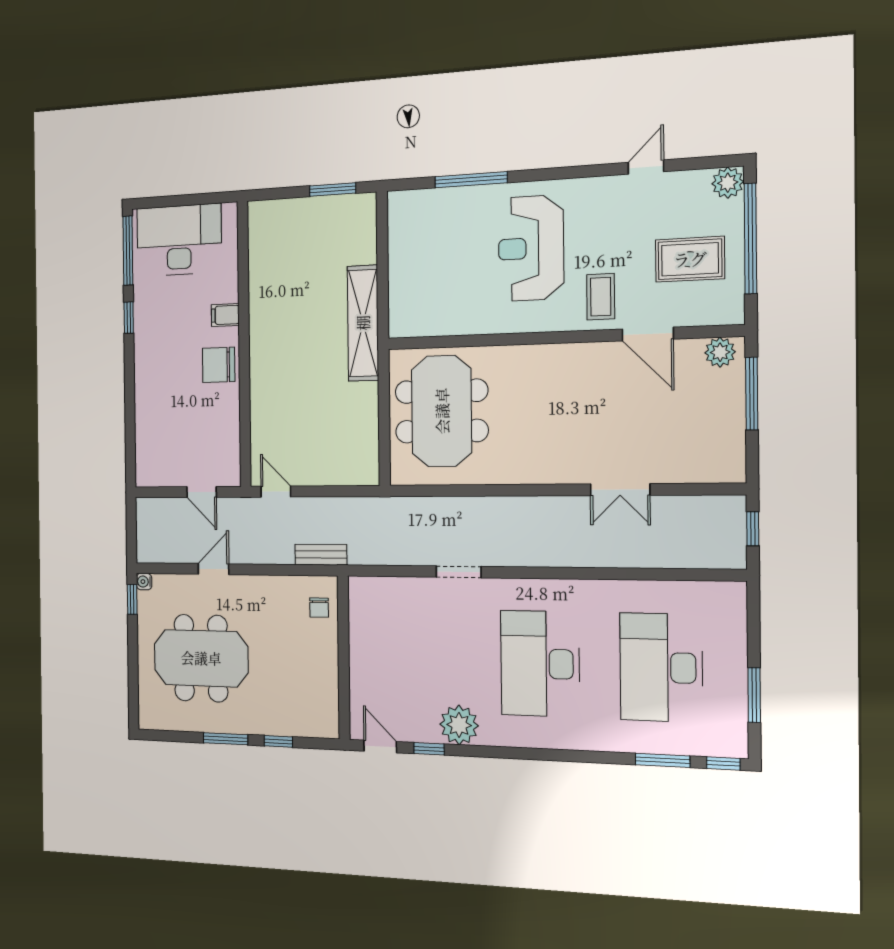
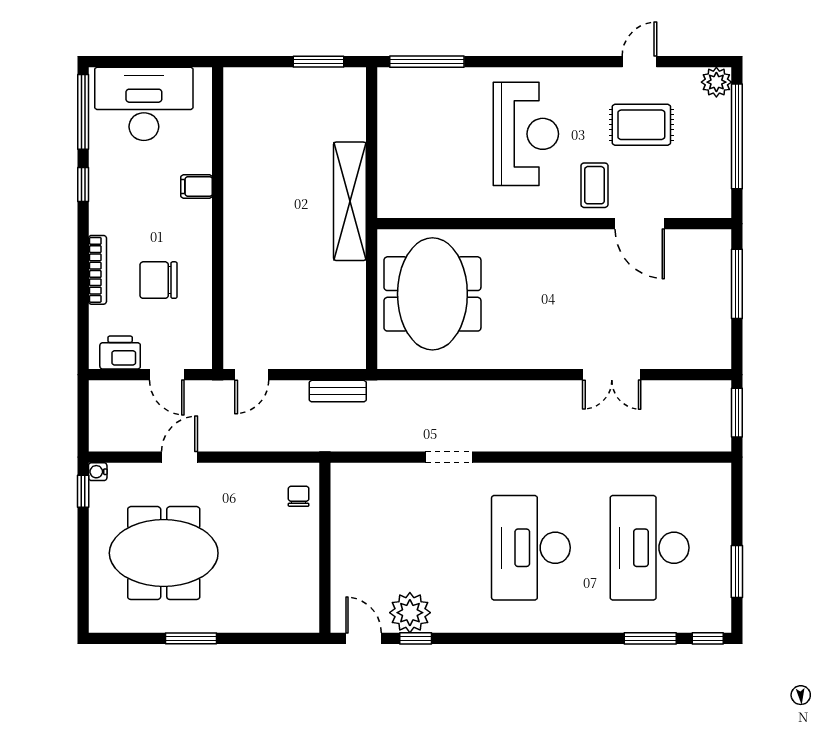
window: (471, 180) -> (427, 62), moved
reception desk: (531, 248) -> (526, 134), turned 180
rug: (690, 259) -> (641, 125), moved
plant: (720, 352) -> (708, 244), removed
chair: (219, 365) -> (159, 280), moved
bookcase: (142, 396) -> (97, 270), added
printer: (162, 472) -> (120, 353), added
door: (276, 492) -> (252, 375), swing flipped
window: (753, 529) -> (737, 413), width x1.50
bench: (321, 555) -> (338, 391), moved
chair: (319, 608) -> (299, 496), turned 180
plant: (459, 725) -> (410, 613), moved
window: (278, 741) -> (251, 638), removed

